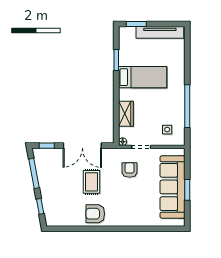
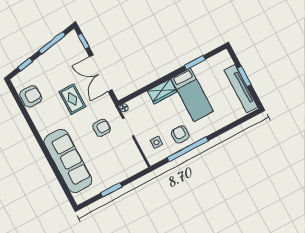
window: (136, 24) -> (244, 76), moved
armchair: (171, 106) -> (180, 134), added
wardrobe: (126, 114) -> (162, 91), moved
rug: (92, 182) -> (72, 99), turned 90
sofa: (173, 187) -> (68, 161), moved, turned 90
armchair: (95, 214) -> (31, 96), moved, turned 90

